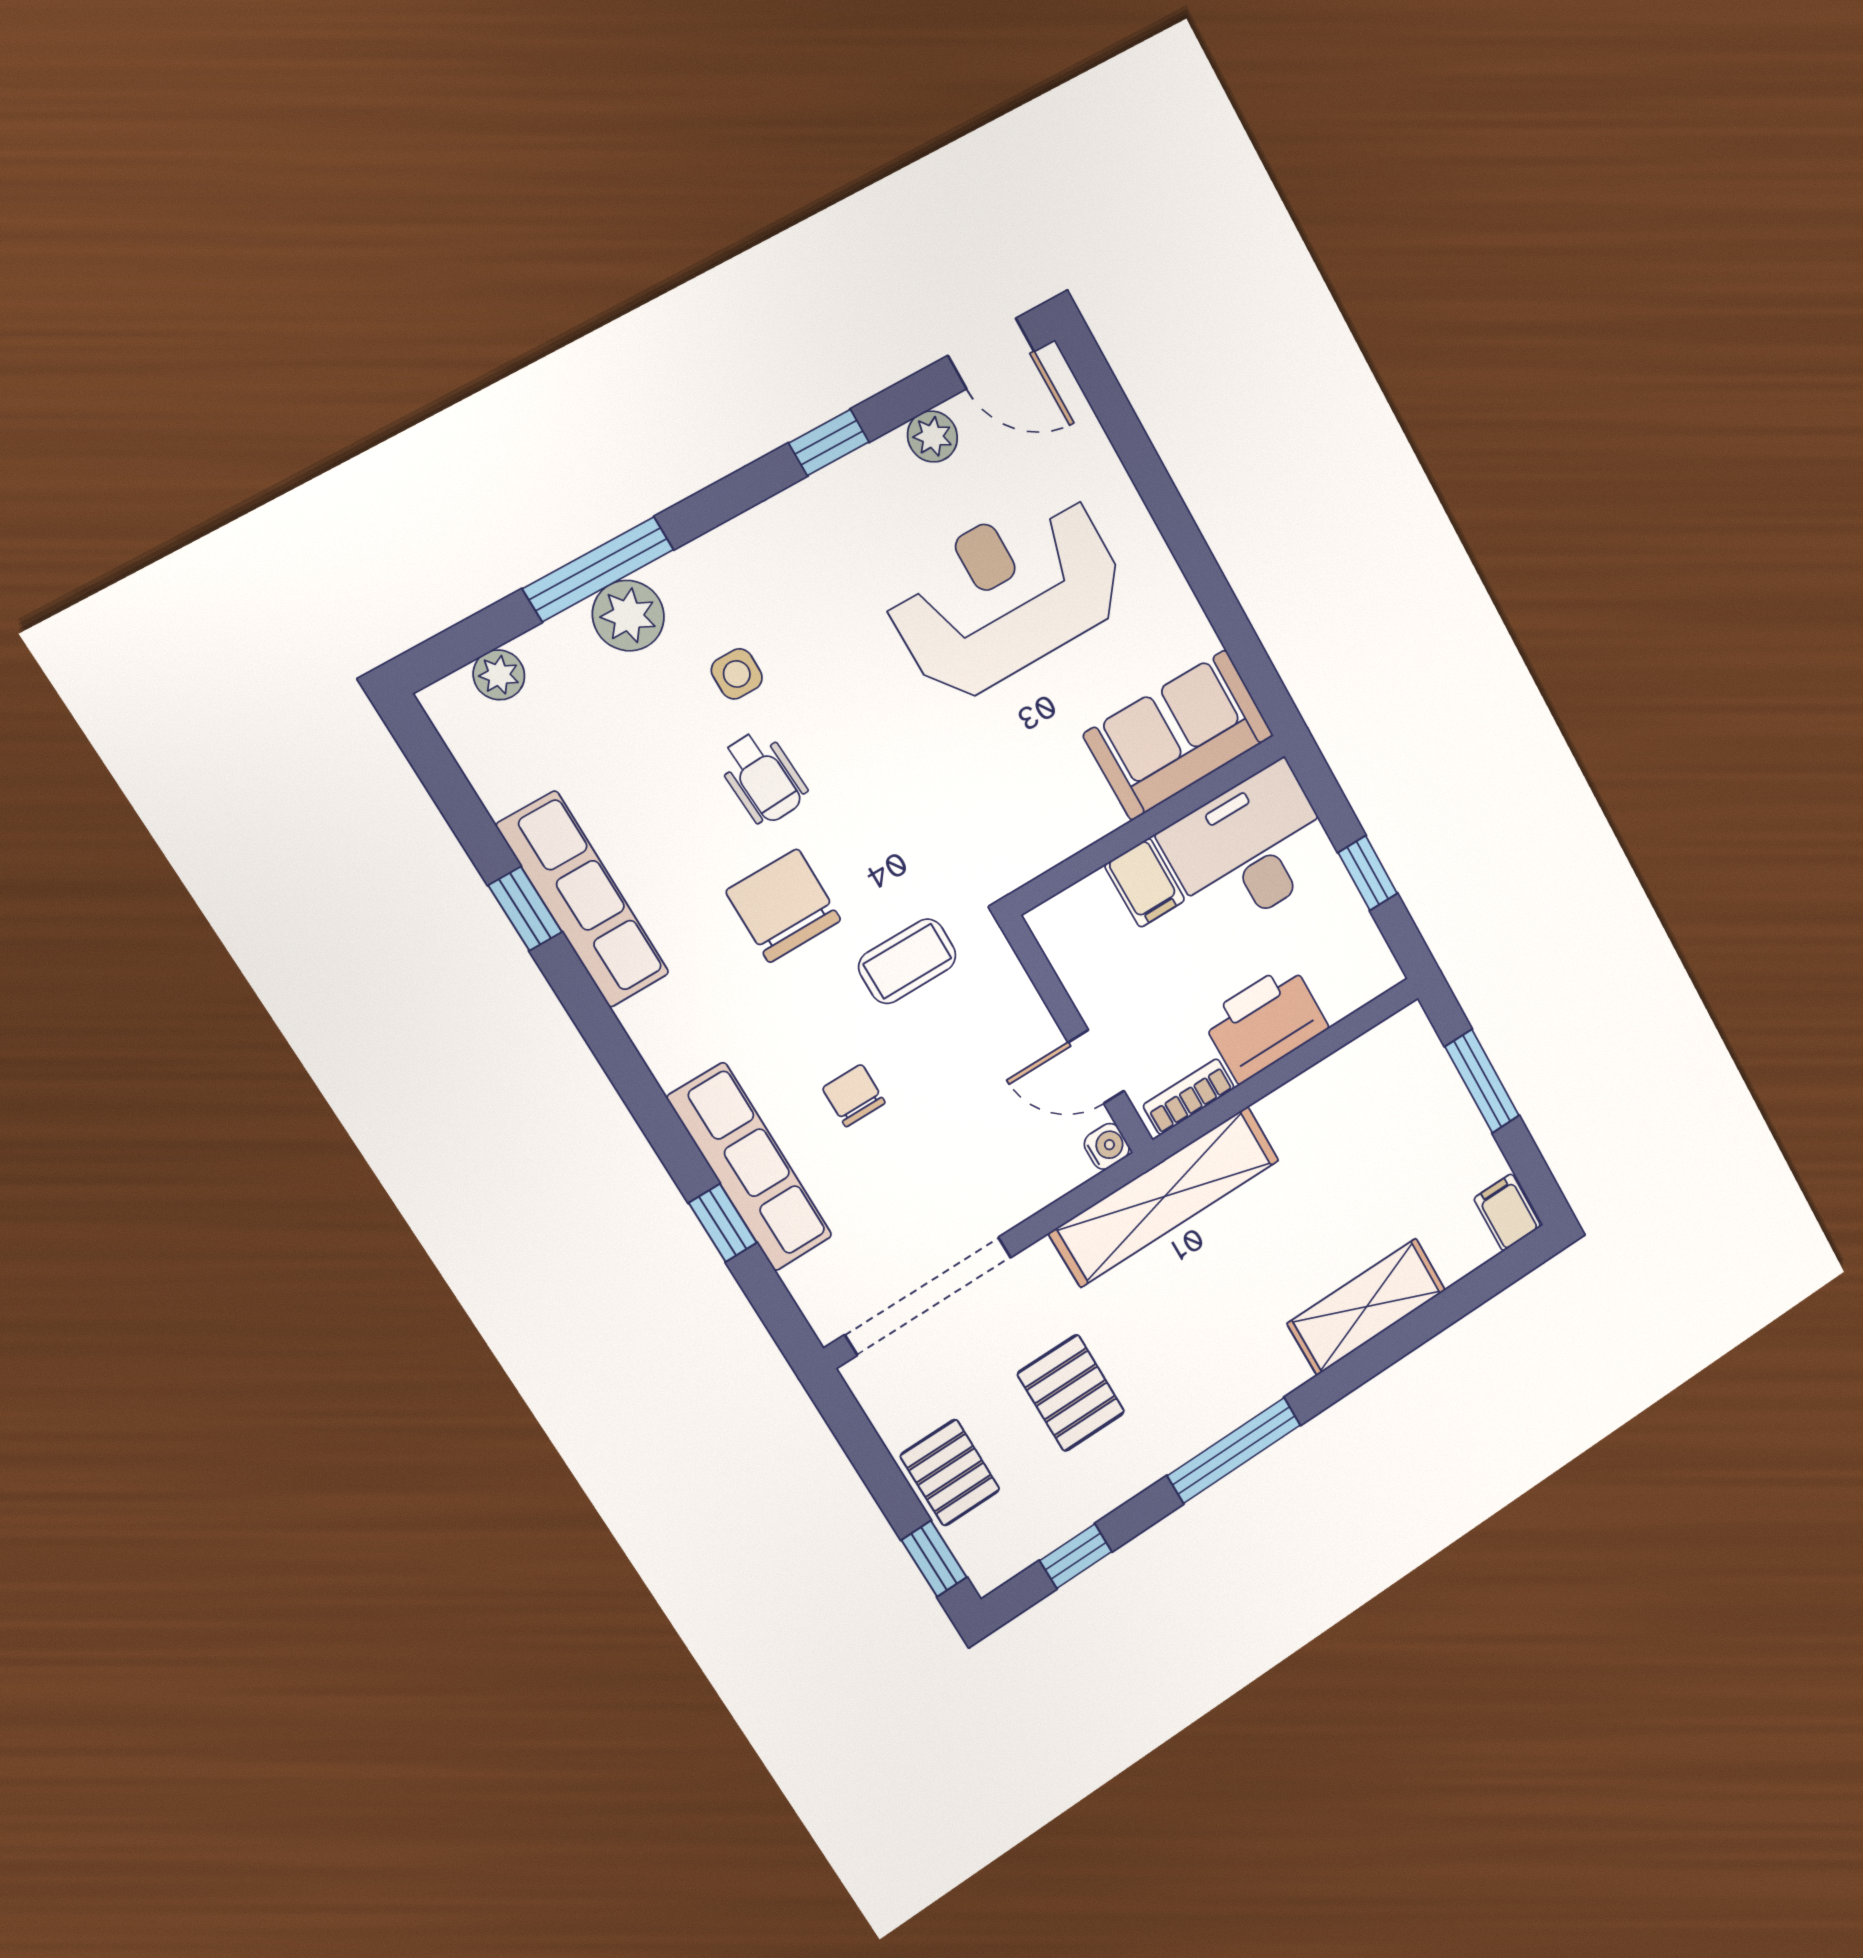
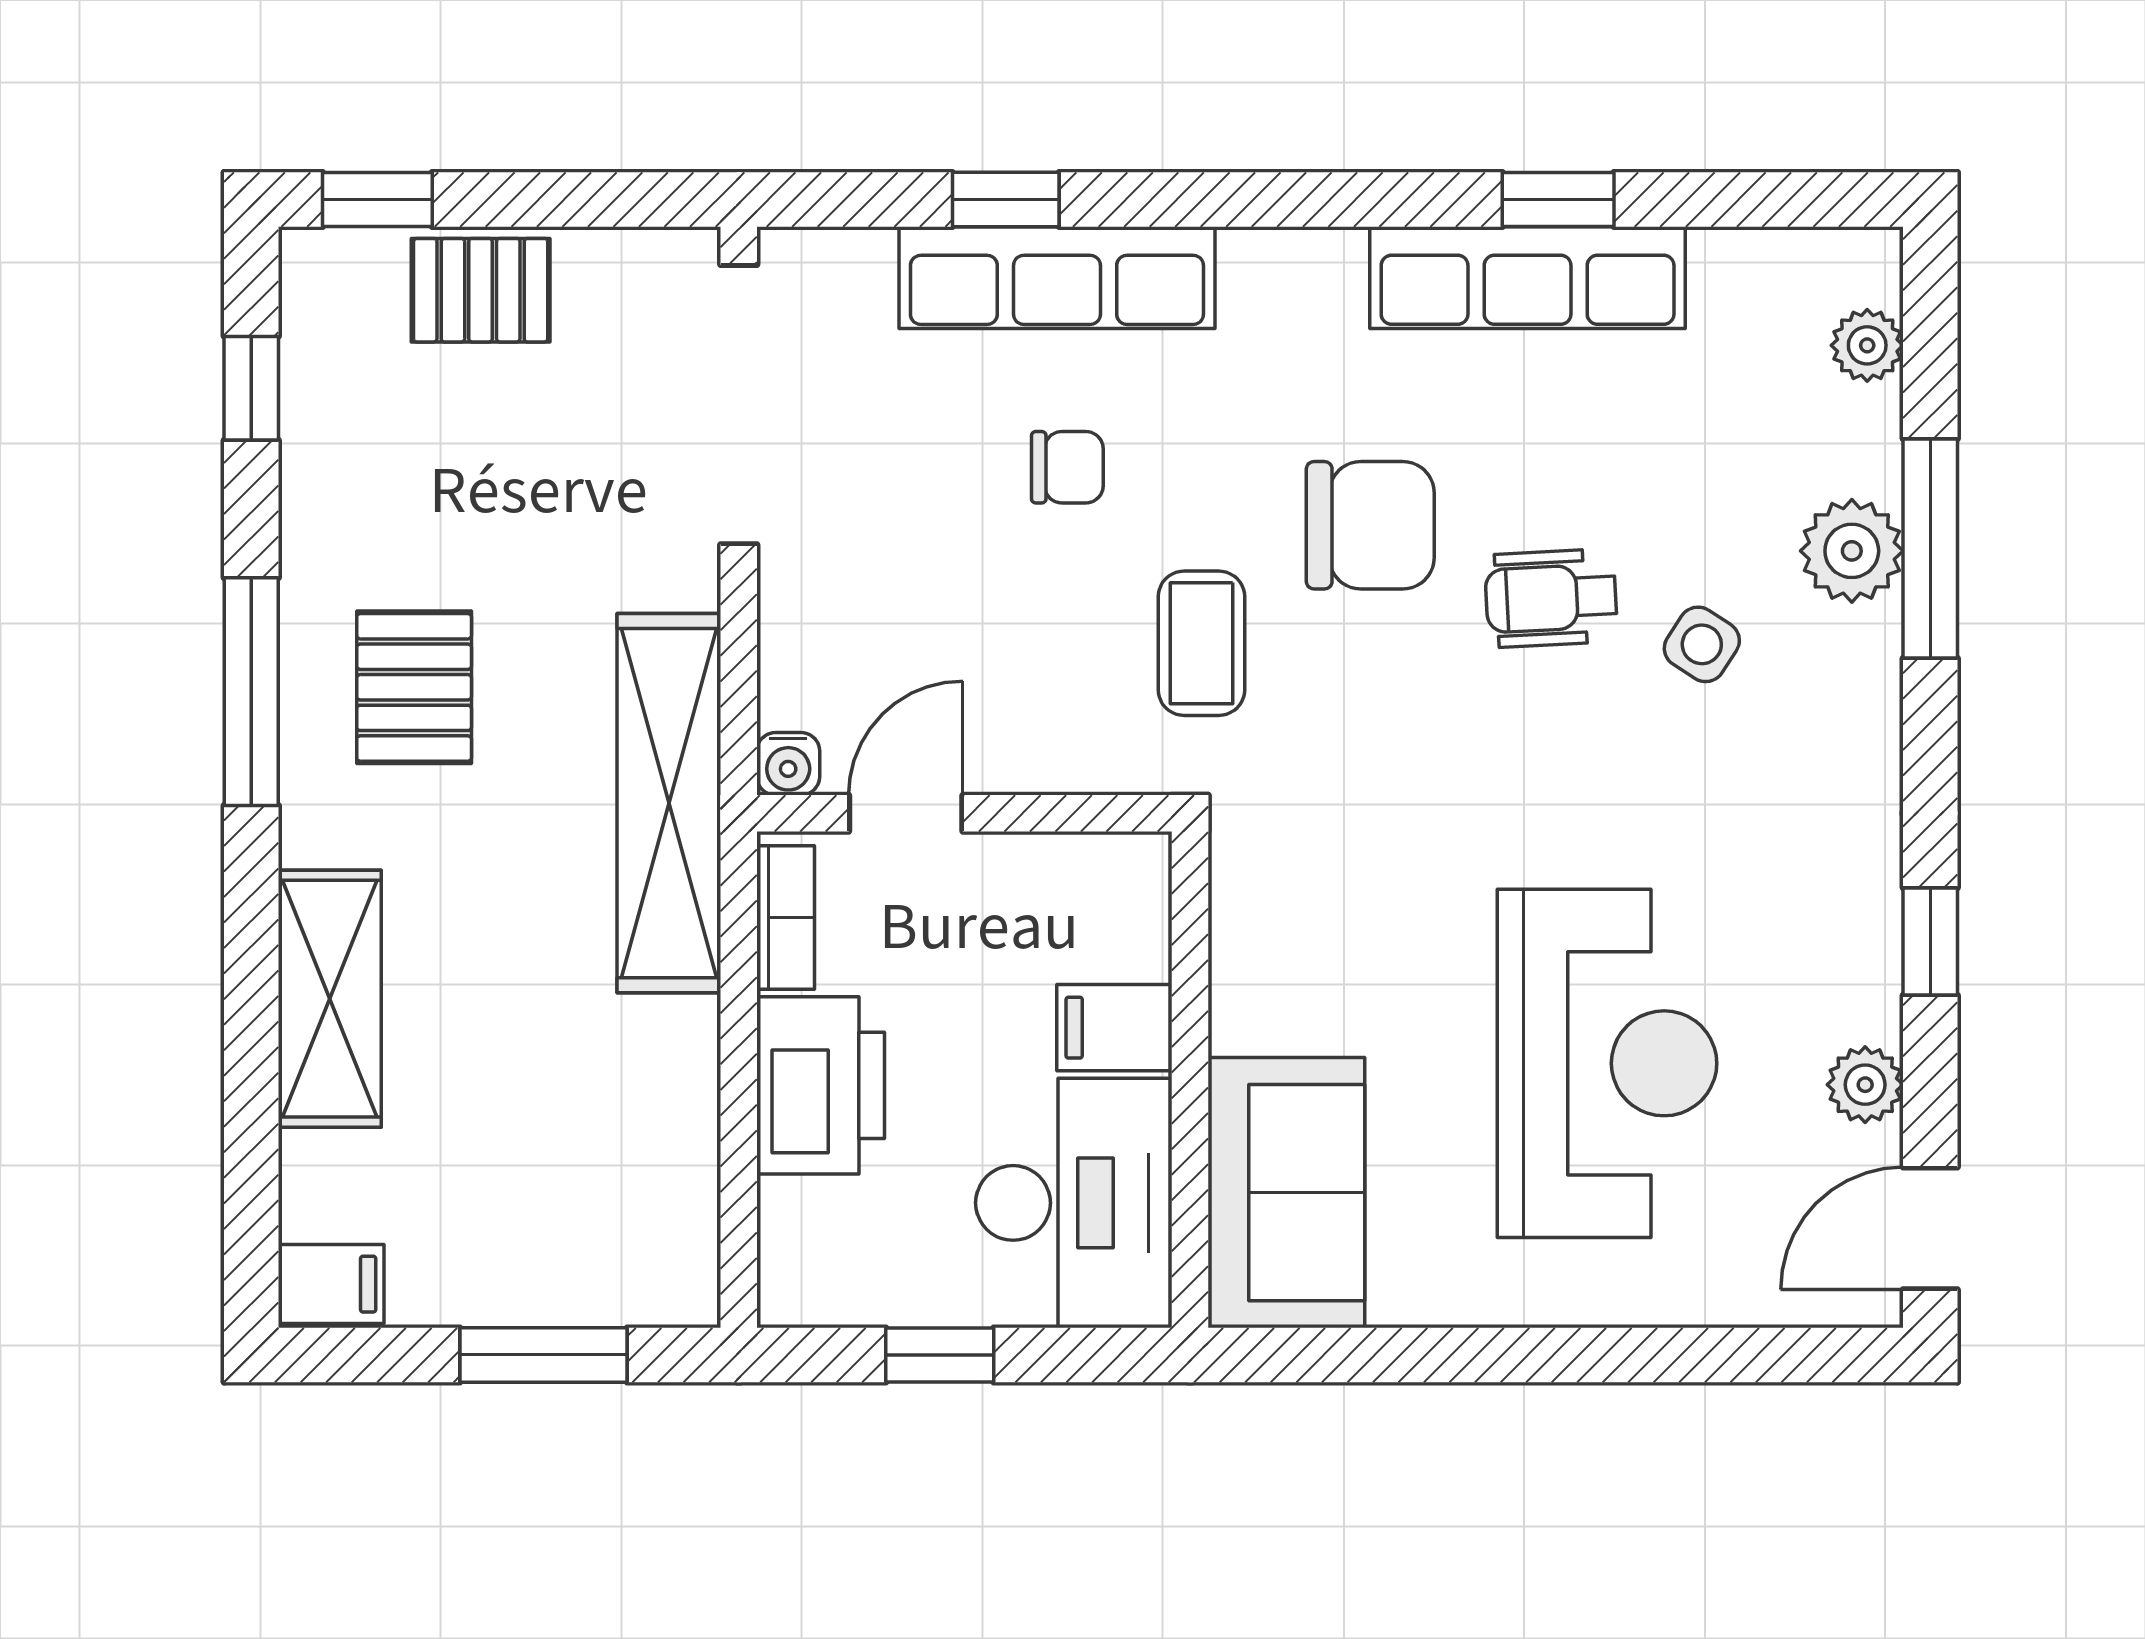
side table: (737, 674) -> (1702, 644), turned 33
pallet: (1071, 1393) -> (414, 687), moved, turned 90

